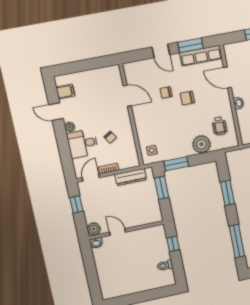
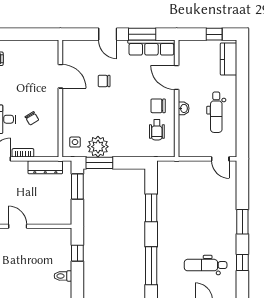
chair: (187, 98) -> (158, 106), moved
plant: (201, 144) -> (98, 147), moved

